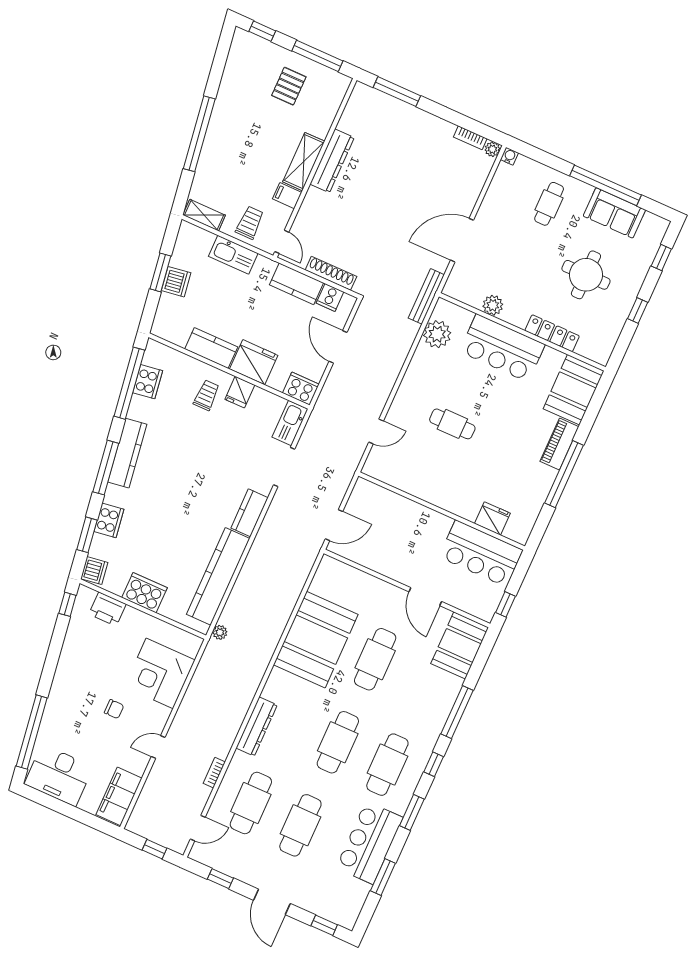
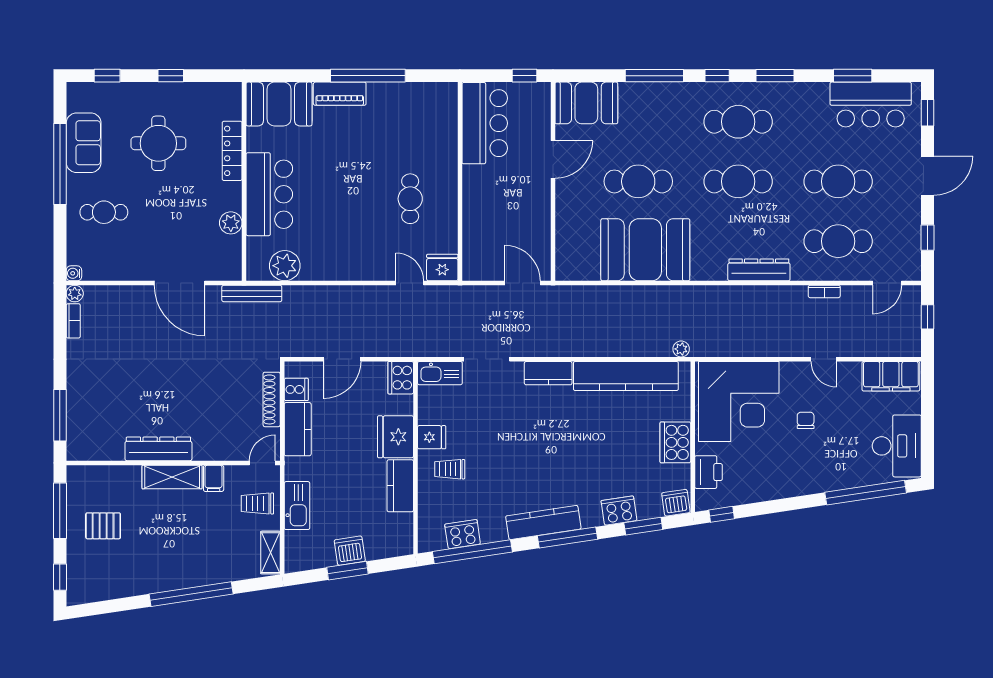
cafe table: (452, 424) -> (410, 199), moved
fridge: (492, 518) -> (442, 268), moved, turned 90
corner desk: (160, 673) -> (739, 401), width x1.36, depth x1.36
door: (198, 828) -> (887, 283), swing flipped
bar counter: (369, 843) -> (871, 105), moved

